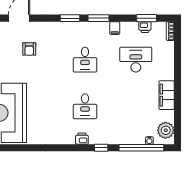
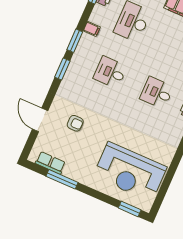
desk: (85, 60) -> (110, 72), turned 180
desk: (85, 106) -> (157, 93), turned 180

